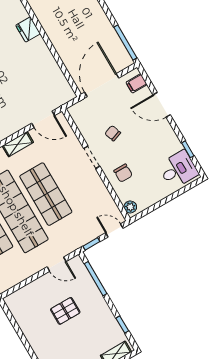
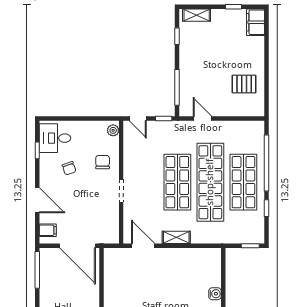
door: (102, 85) -> (78, 246), hinge flipped
chair: (113, 133) -> (69, 168), moved
pallet: (65, 311) -> (244, 84), moved

